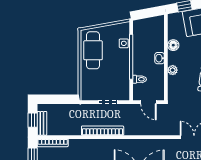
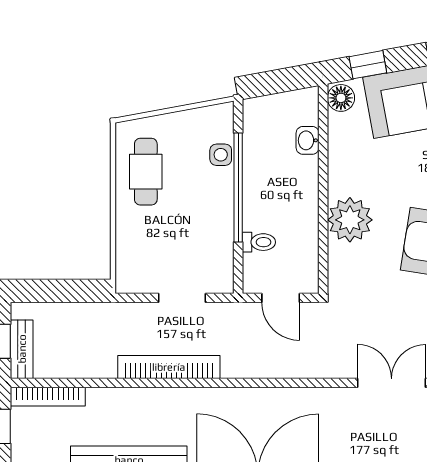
floor lamp: (173, 45) -> (341, 98), moved
cafe table: (93, 50) -> (146, 172), width x0.73, depth x0.74
washbasin: (160, 58) -> (308, 140), moved
plant: (173, 70) -> (350, 220), width x1.88, depth x1.88

